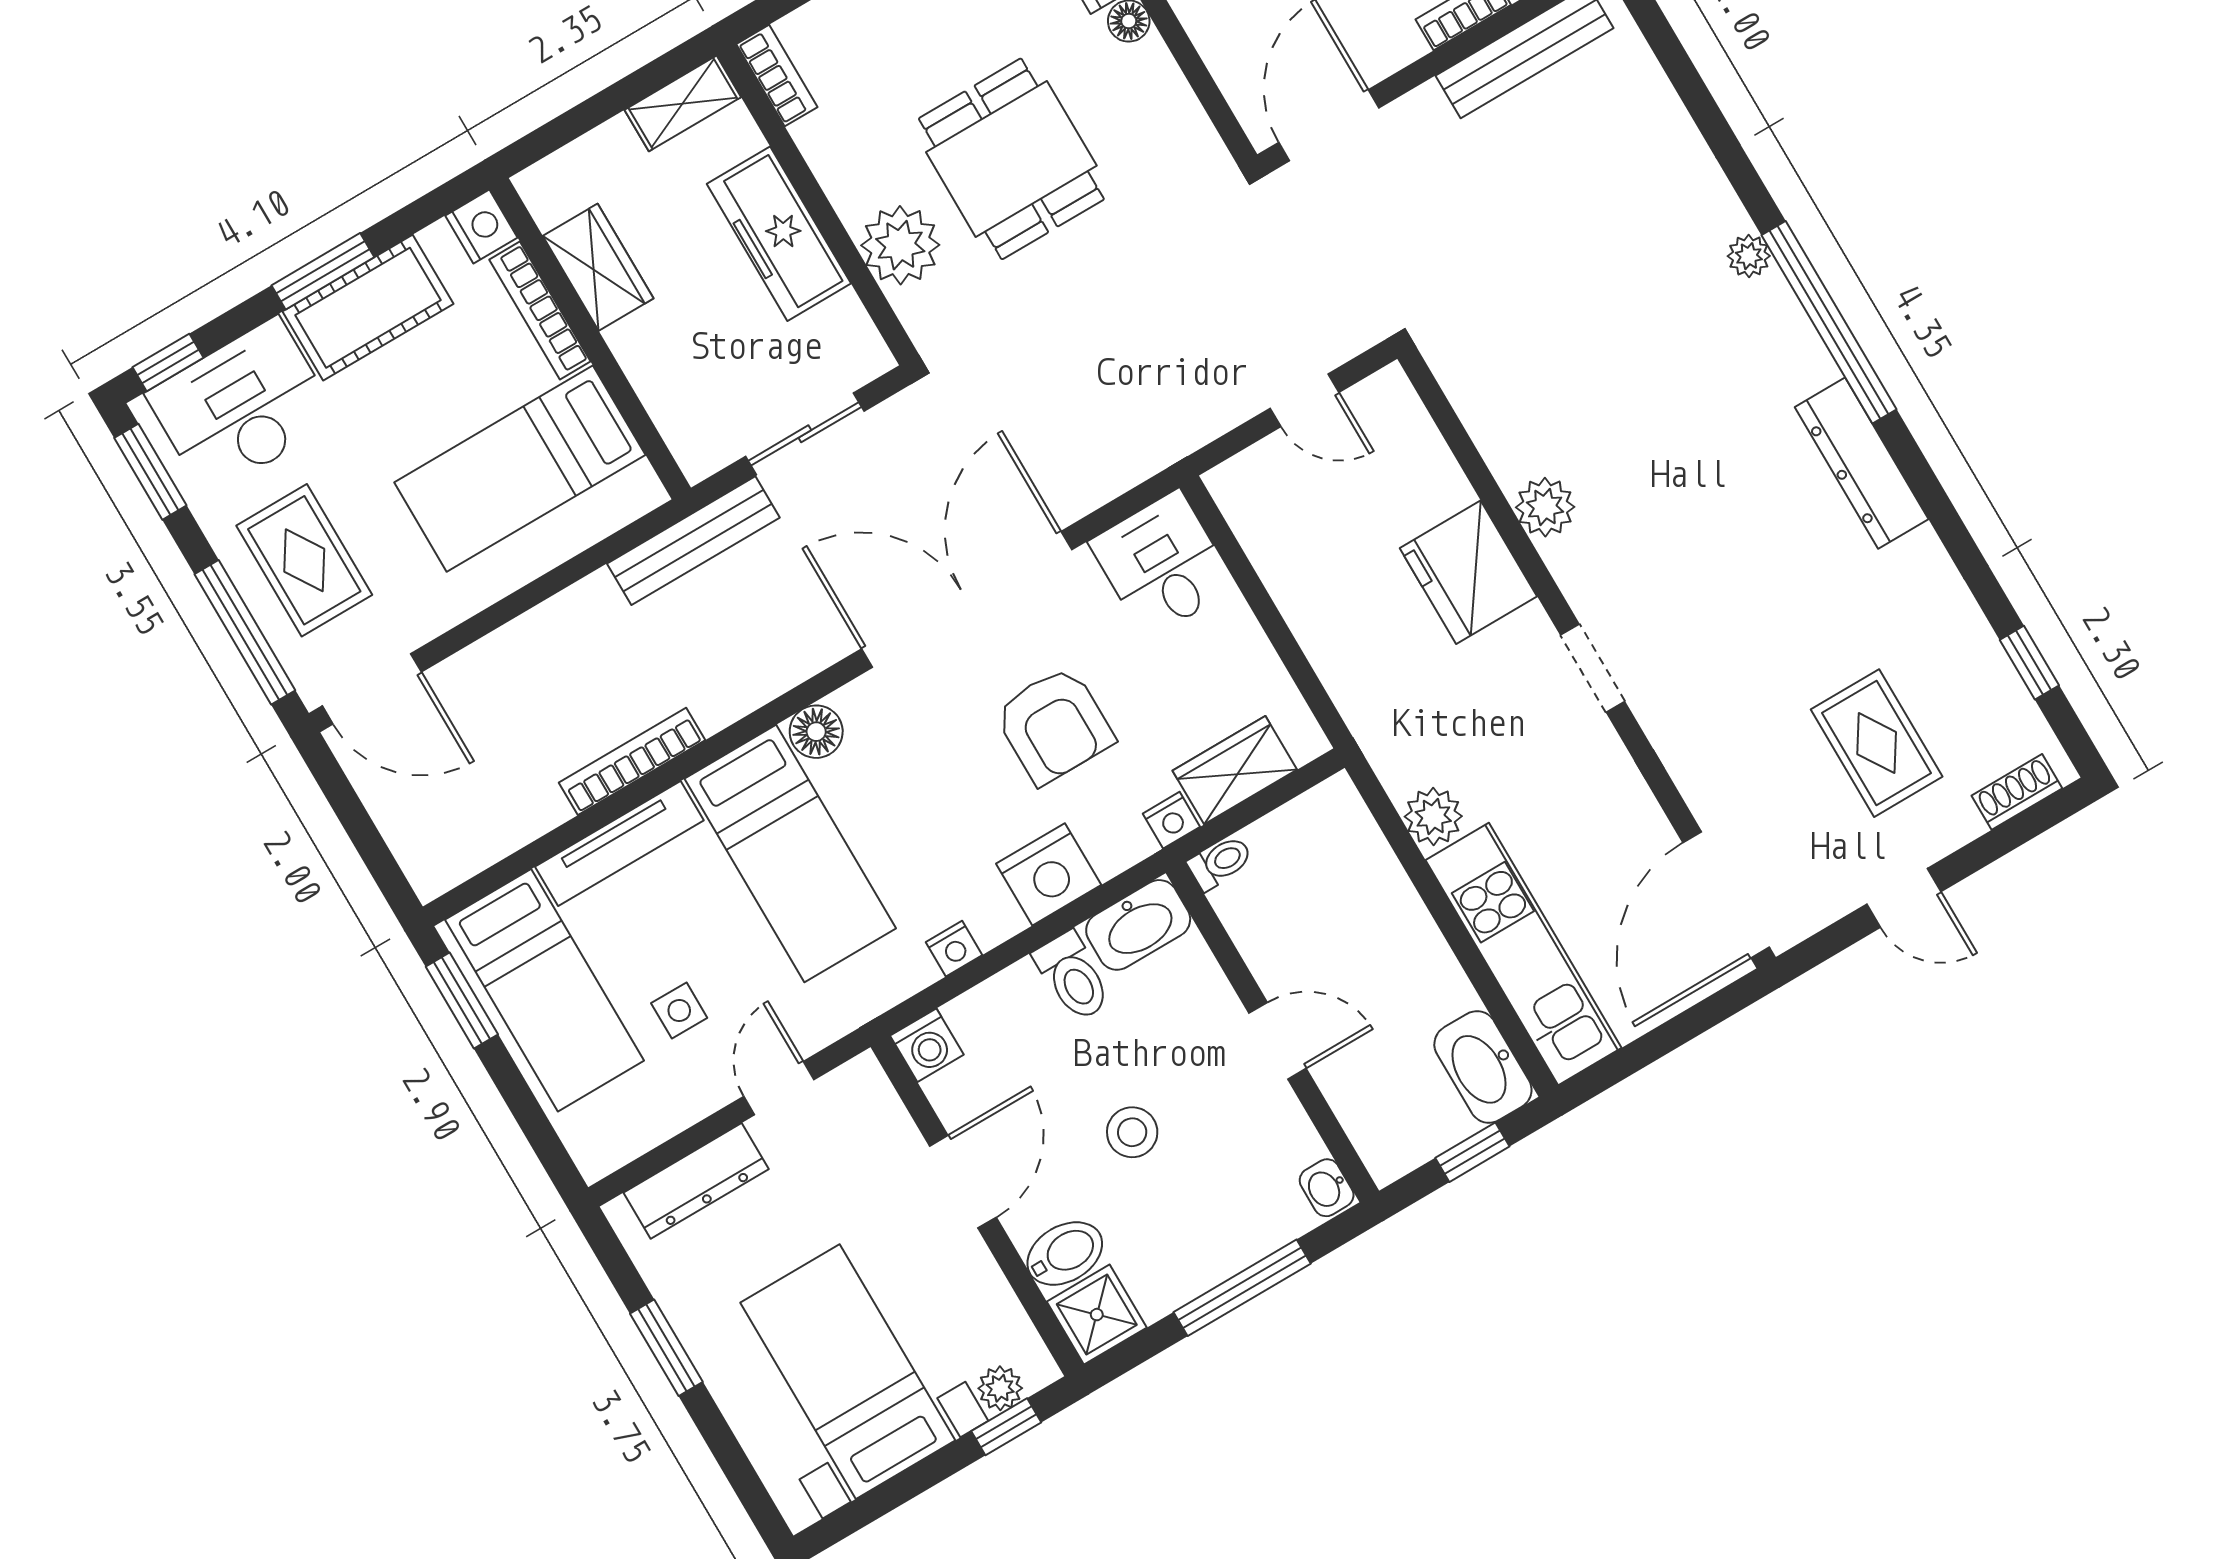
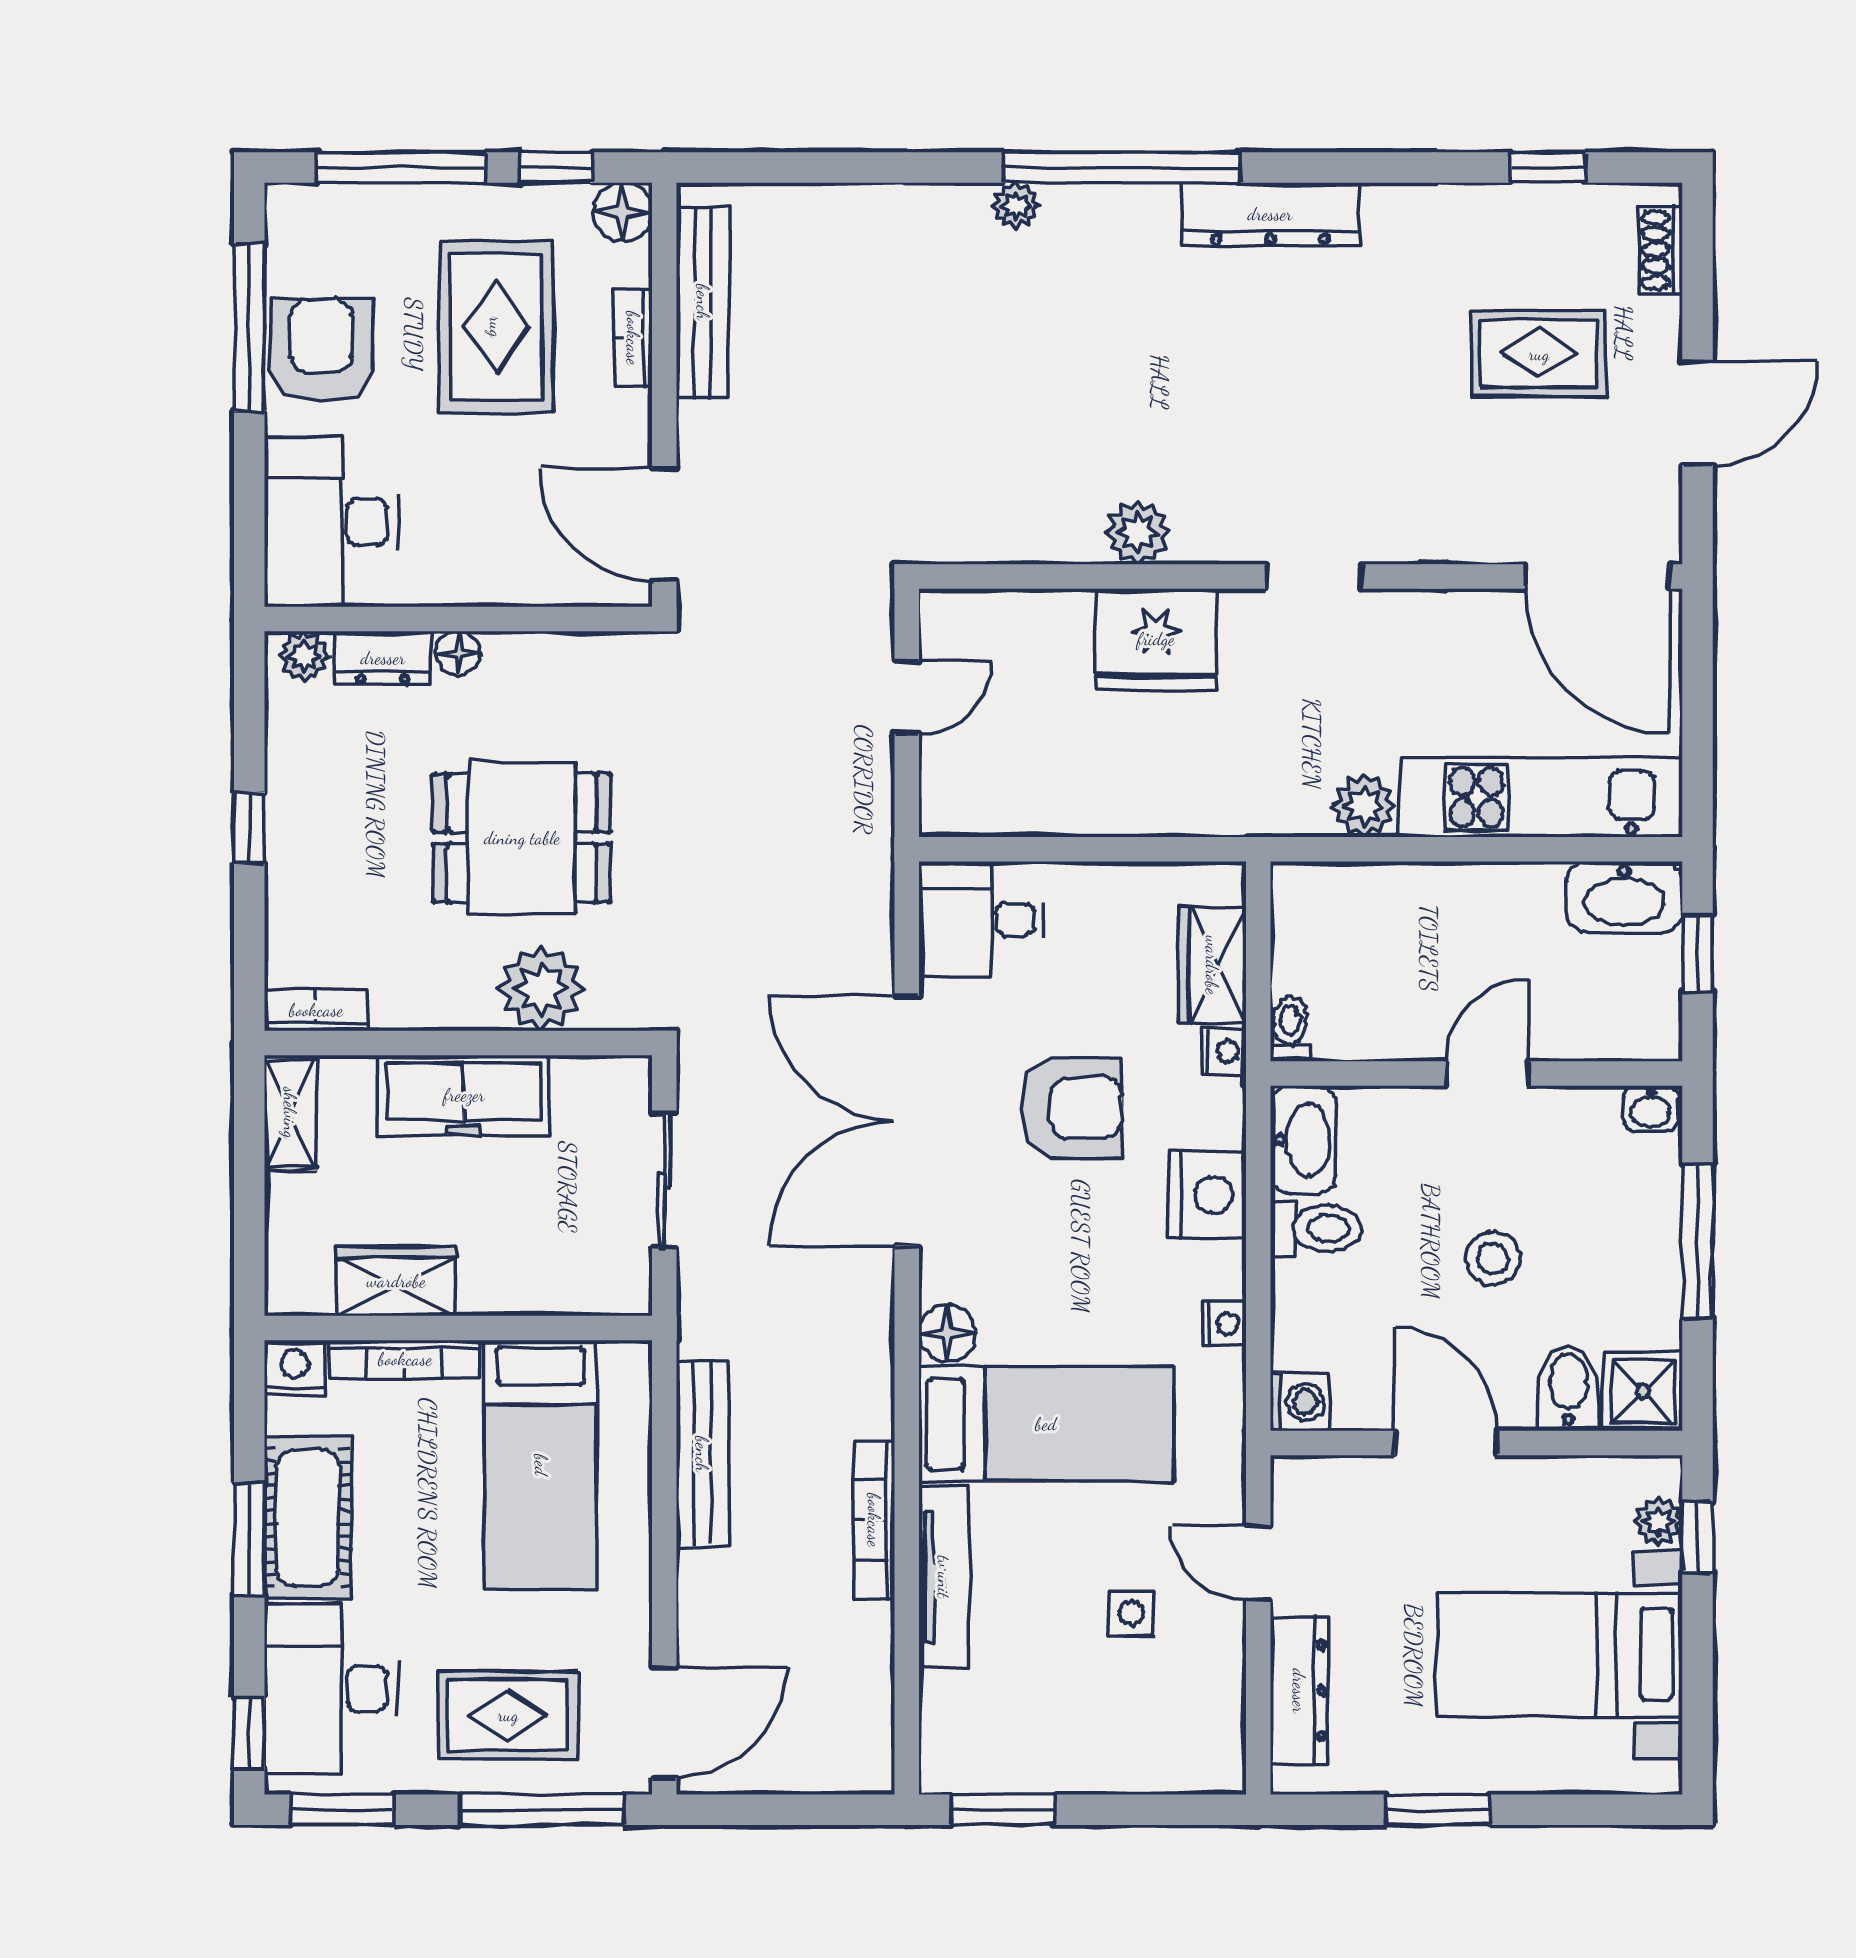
bench: (693, 541) -> (702, 1454), moved
door: (1904, 898) -> (1697, 413), width x1.38
bed: (544, 990) -> (1039, 1727), removed

